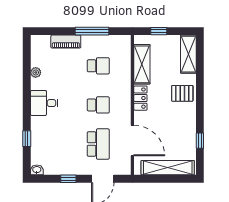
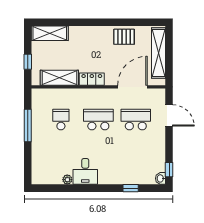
piano: (66, 42) -> (38, 151), removed
pallet: (182, 93) -> (124, 37), moved, turned 90
desk: (44, 103) -> (85, 171), moved
school desk: (98, 105) -> (98, 120), width x1.85
window: (200, 141) -> (133, 22), removed
window: (68, 179) -> (169, 170), moved

